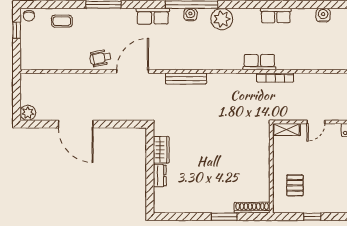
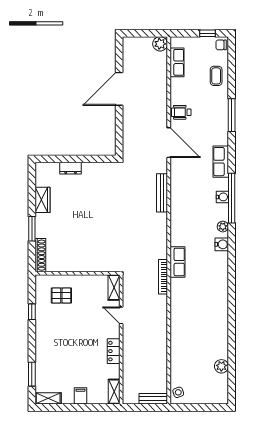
water cooler: (323, 15) -> (222, 244), moved
row of seats: (276, 16) -> (177, 62), moved, turned 180
plant: (222, 19) -> (223, 227), width x0.53, depth x0.53
wheelchair: (100, 58) -> (181, 112), turned -78
plant: (28, 113) -> (160, 44), moved
wardrobe: (161, 150) -> (43, 200), moved, turned -90

